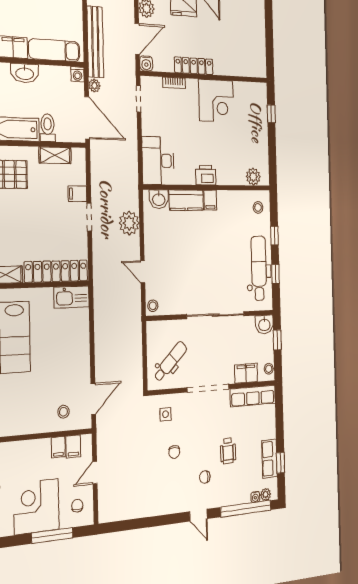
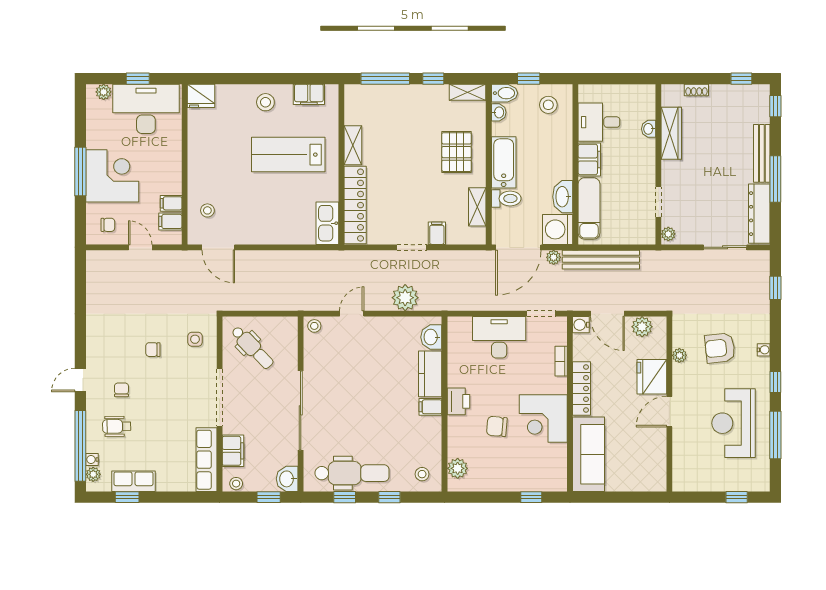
sofa: (240, 63) -> (589, 454), added
washbasin: (25, 73) -> (563, 197), moved
washing machine: (78, 74) -> (558, 229), width x1.89, depth x1.89
chair: (223, 142) -> (497, 426), added
desk: (158, 161) -> (499, 337), moved
wheelchair: (228, 451) -> (117, 426), moved
window: (52, 535) -> (80, 172), moved

